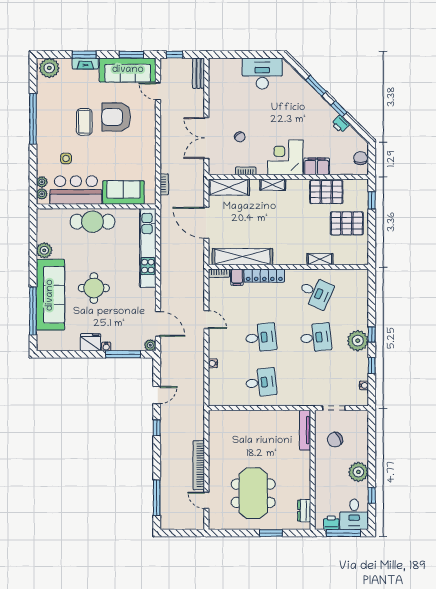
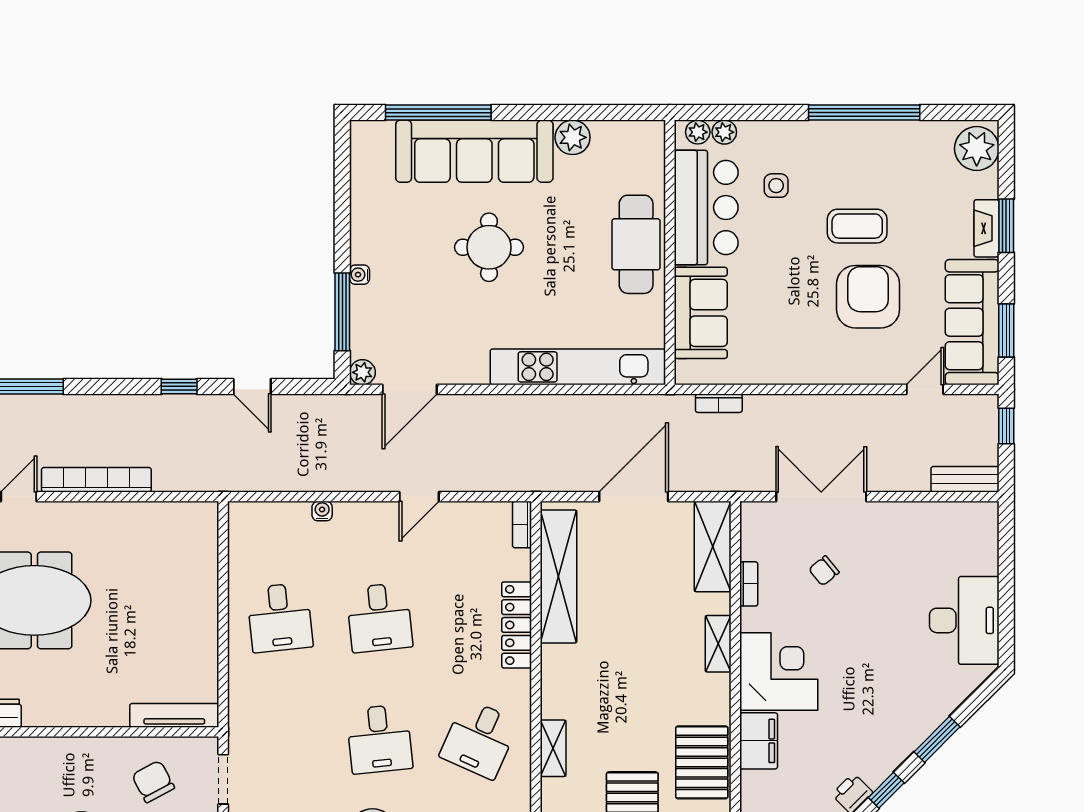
filing cabinet: (237, 277) -> (513, 564), removed
fridge: (91, 342) -> (369, 240), removed

